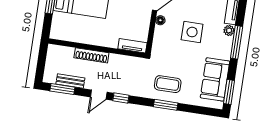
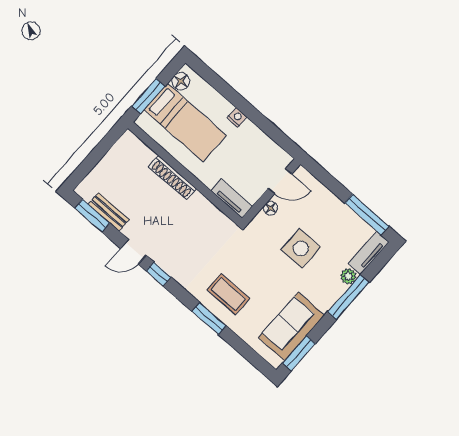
tv unit: (132, 46) -> (232, 199), moved
wall: (97, 48) -> (185, 173), moved
shoe rack: (91, 55) -> (172, 178), moved

